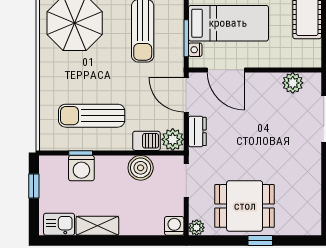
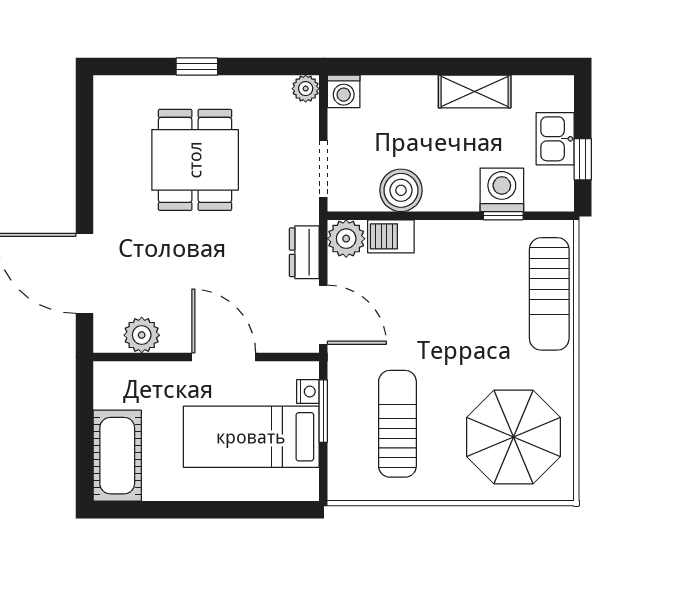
door: (226, 70) -> (224, 357), moved
sun lounger: (92, 116) -> (549, 294), moved, turned 90
dining table: (245, 206) -> (195, 160), moved, turned 90
kitchen sink: (59, 224) -> (555, 139), moved, turned 90

